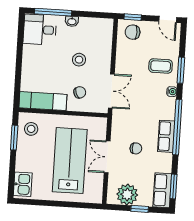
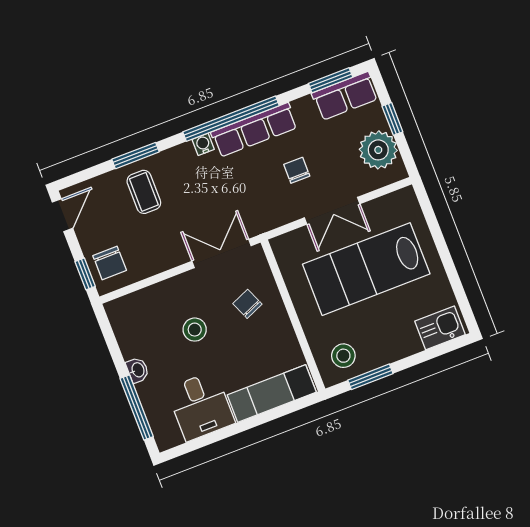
desk: (40, 30) -> (201, 406), moved
water cooler: (172, 92) -> (203, 144), moved
exam couch: (43, 101) -> (272, 394), moved, turned 90
row of seats: (166, 136) -> (254, 130), width x1.48

